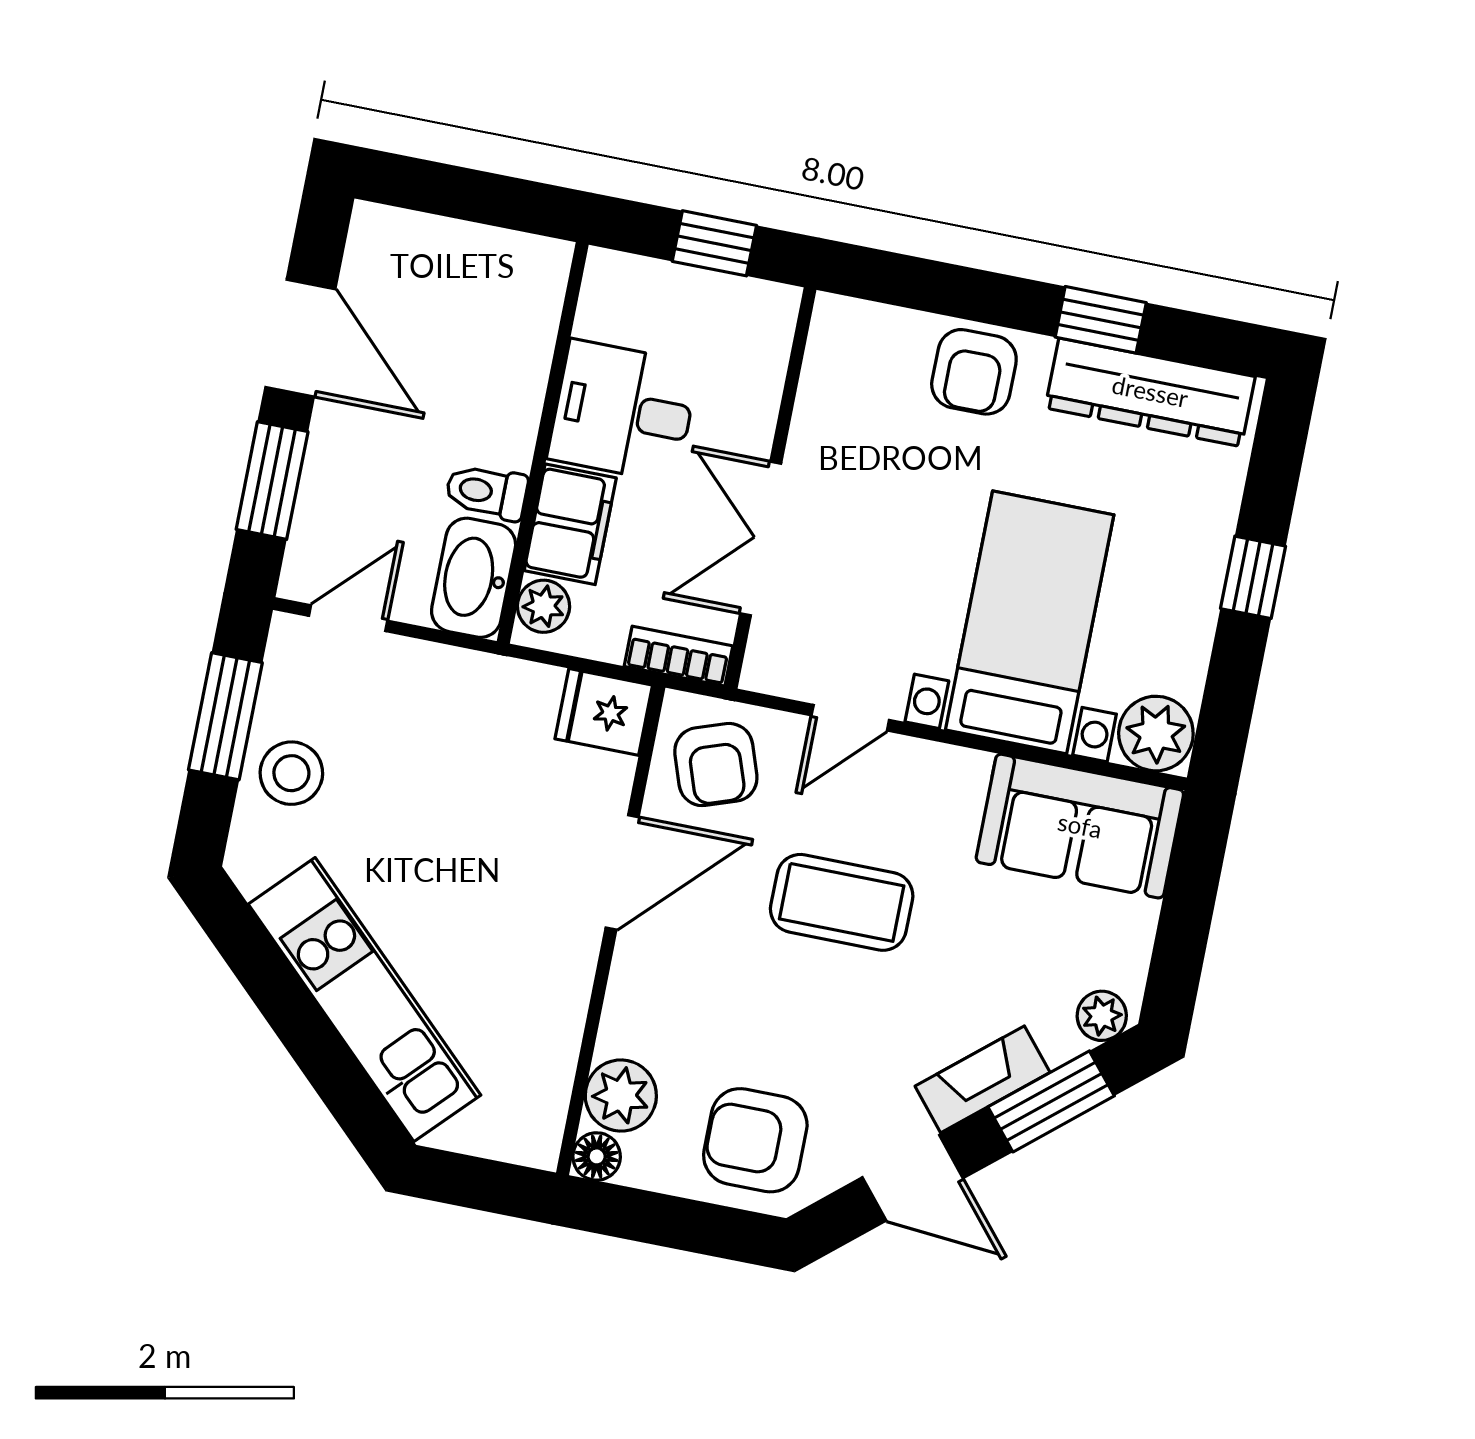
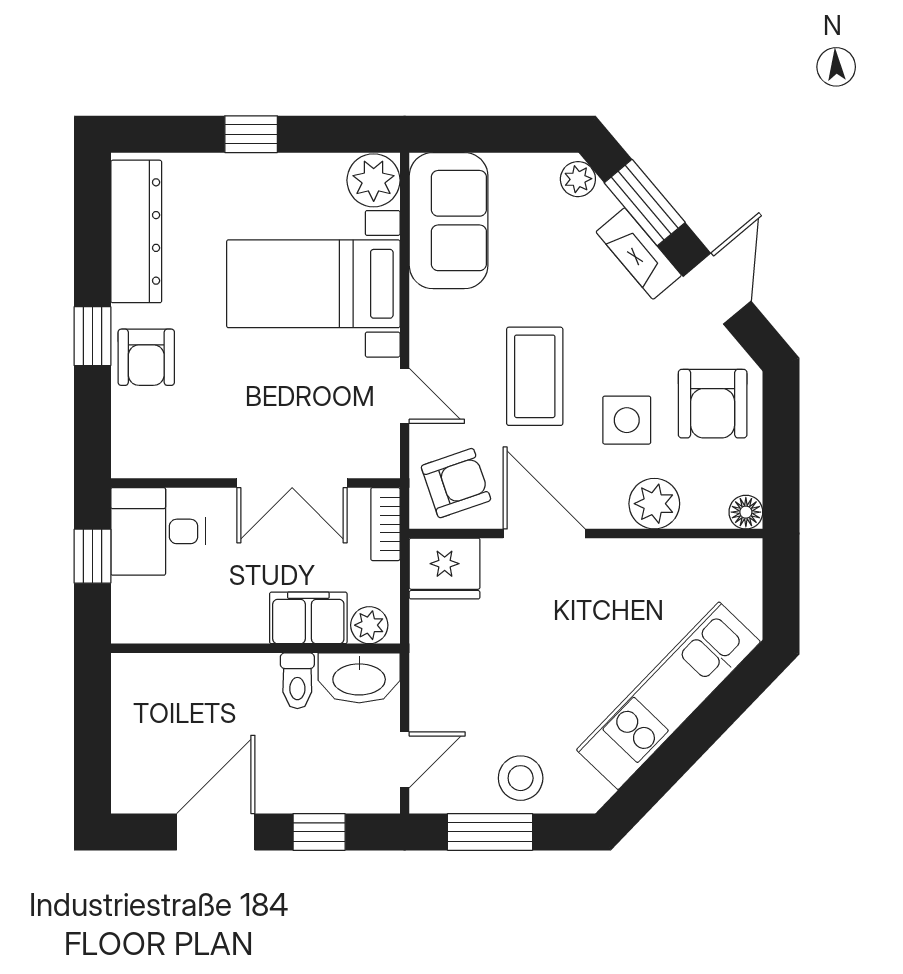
window: (1101, 320) -> (92, 336), moved
armchair: (974, 372) -> (146, 357), turned 90
desk: (623, 411) -> (158, 531), moved, turned 90
window: (272, 480) -> (319, 832), width x0.67
door: (348, 618) -> (405, 760), swing flipped
fridge: (604, 712) -> (445, 569), width x1.38
side table: (756, 1017) -> (627, 420), added
plant: (621, 1096) -> (654, 504), moved

